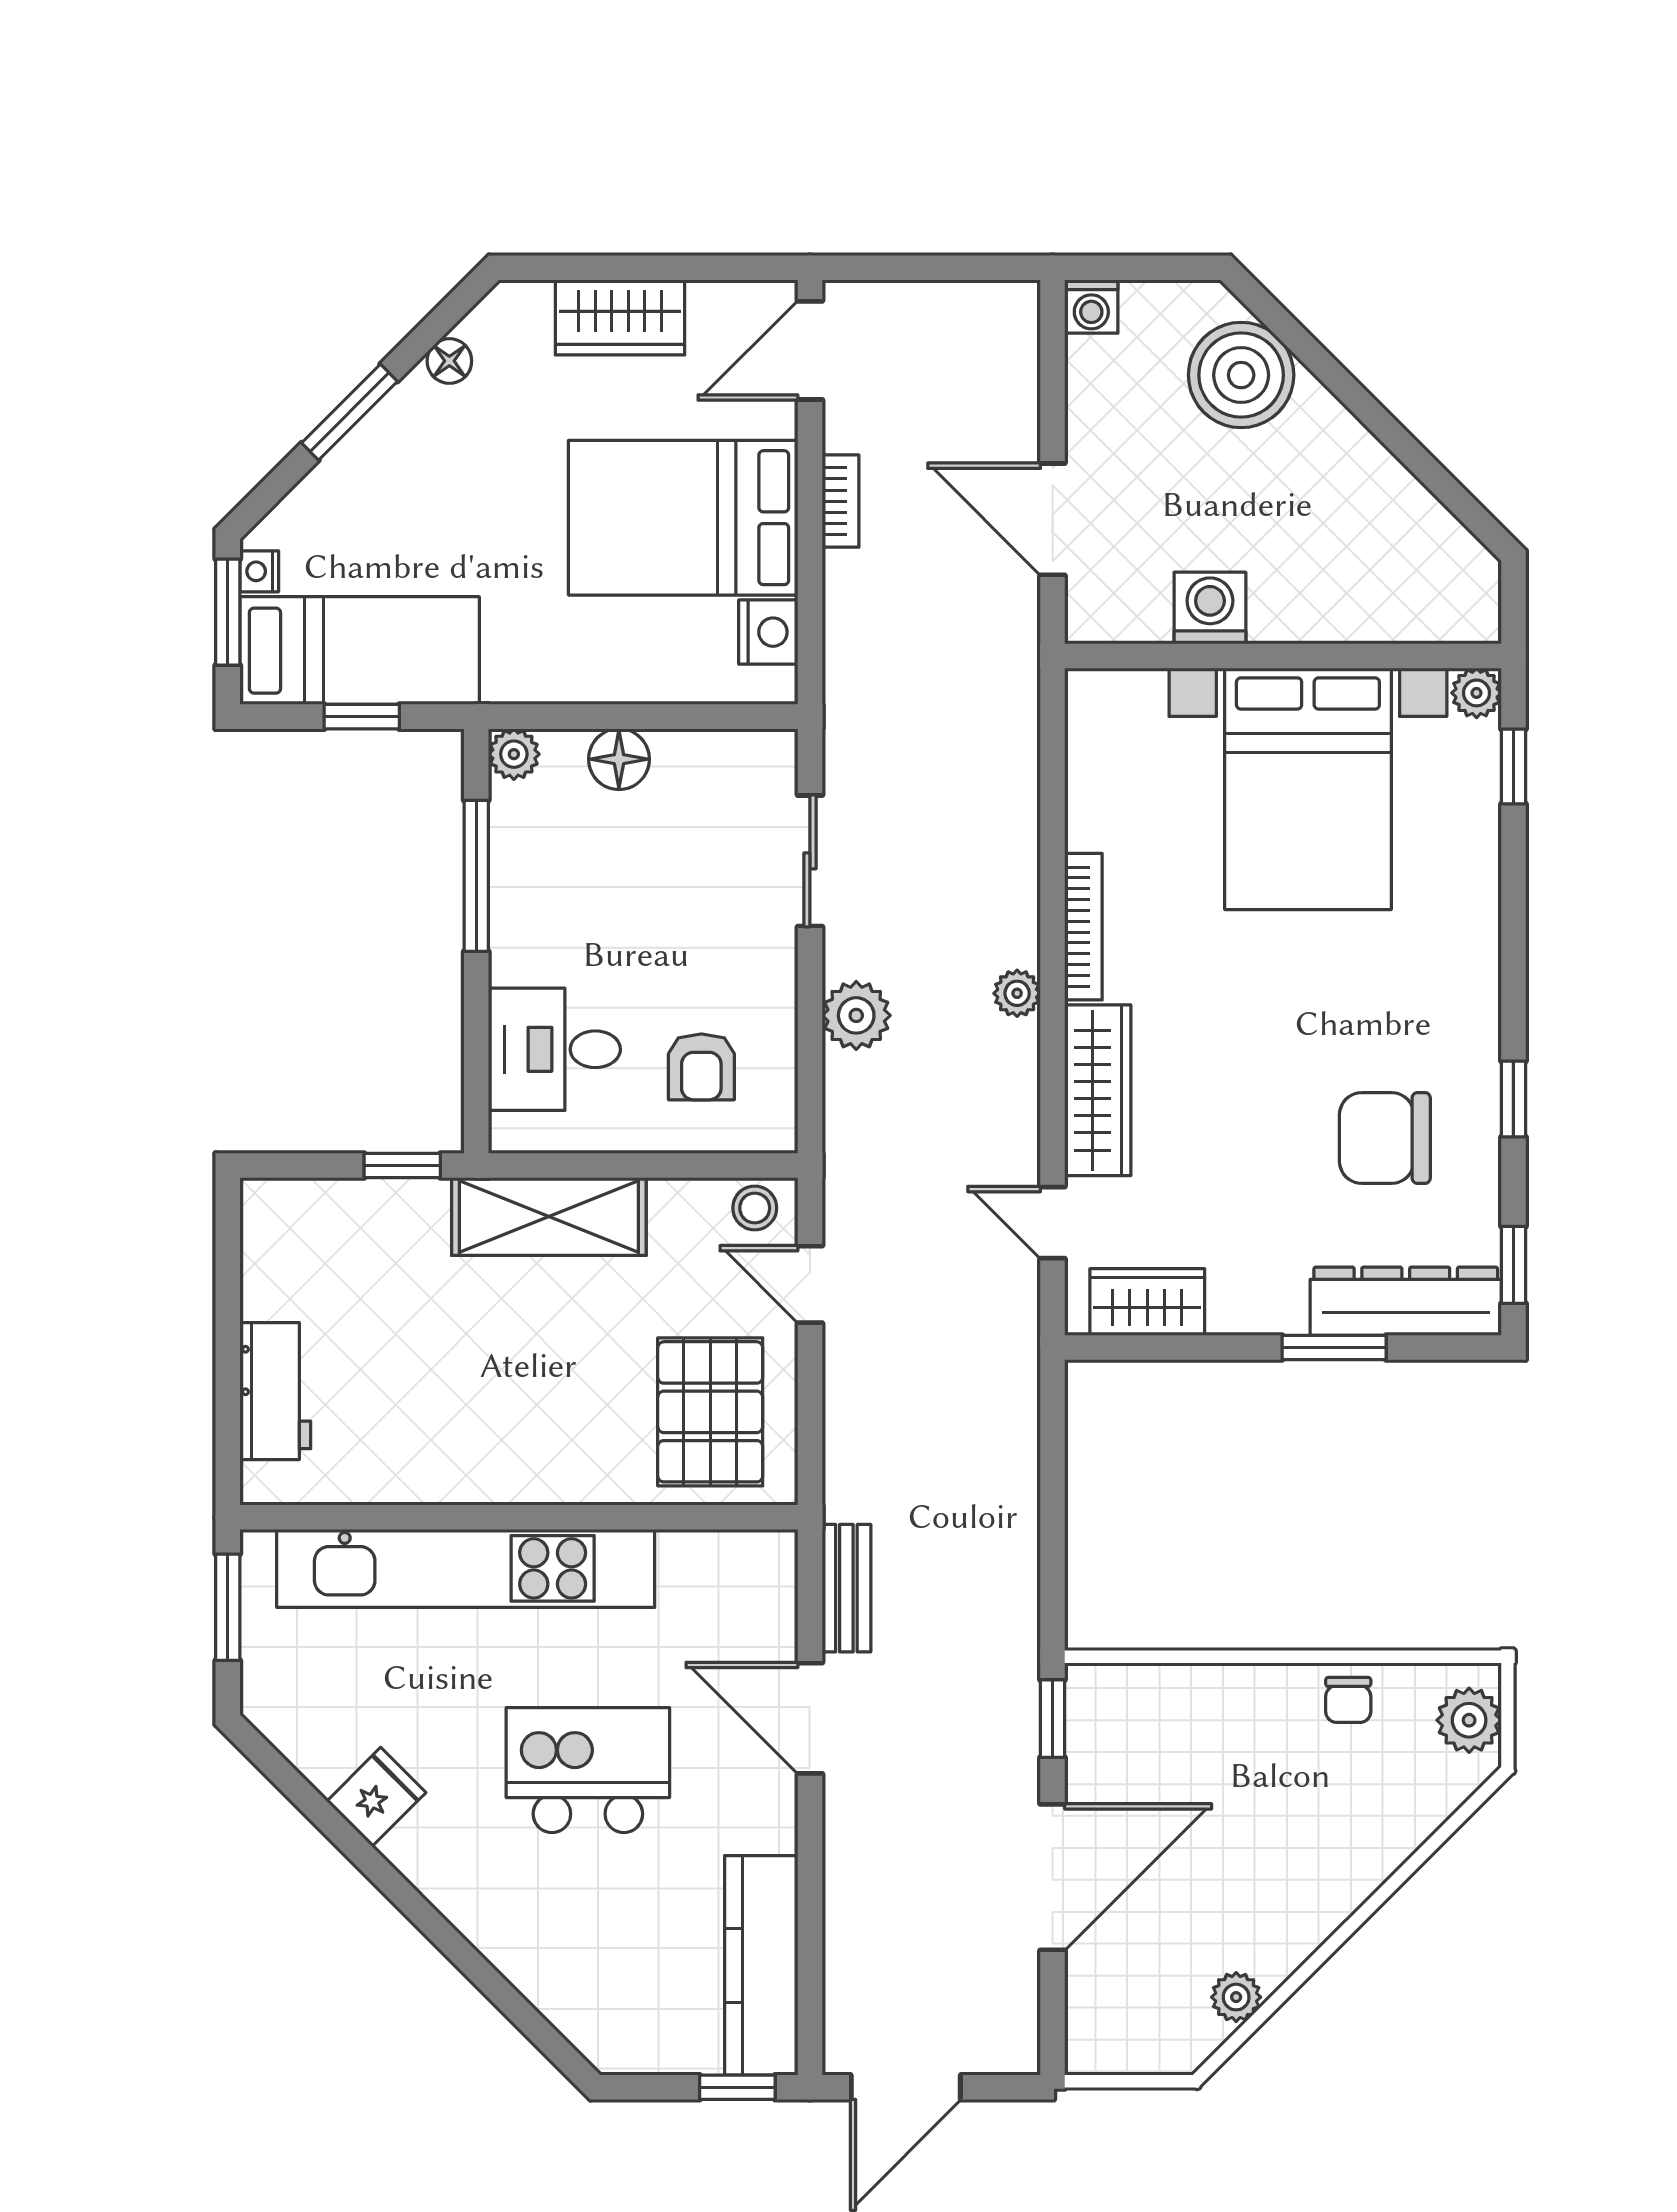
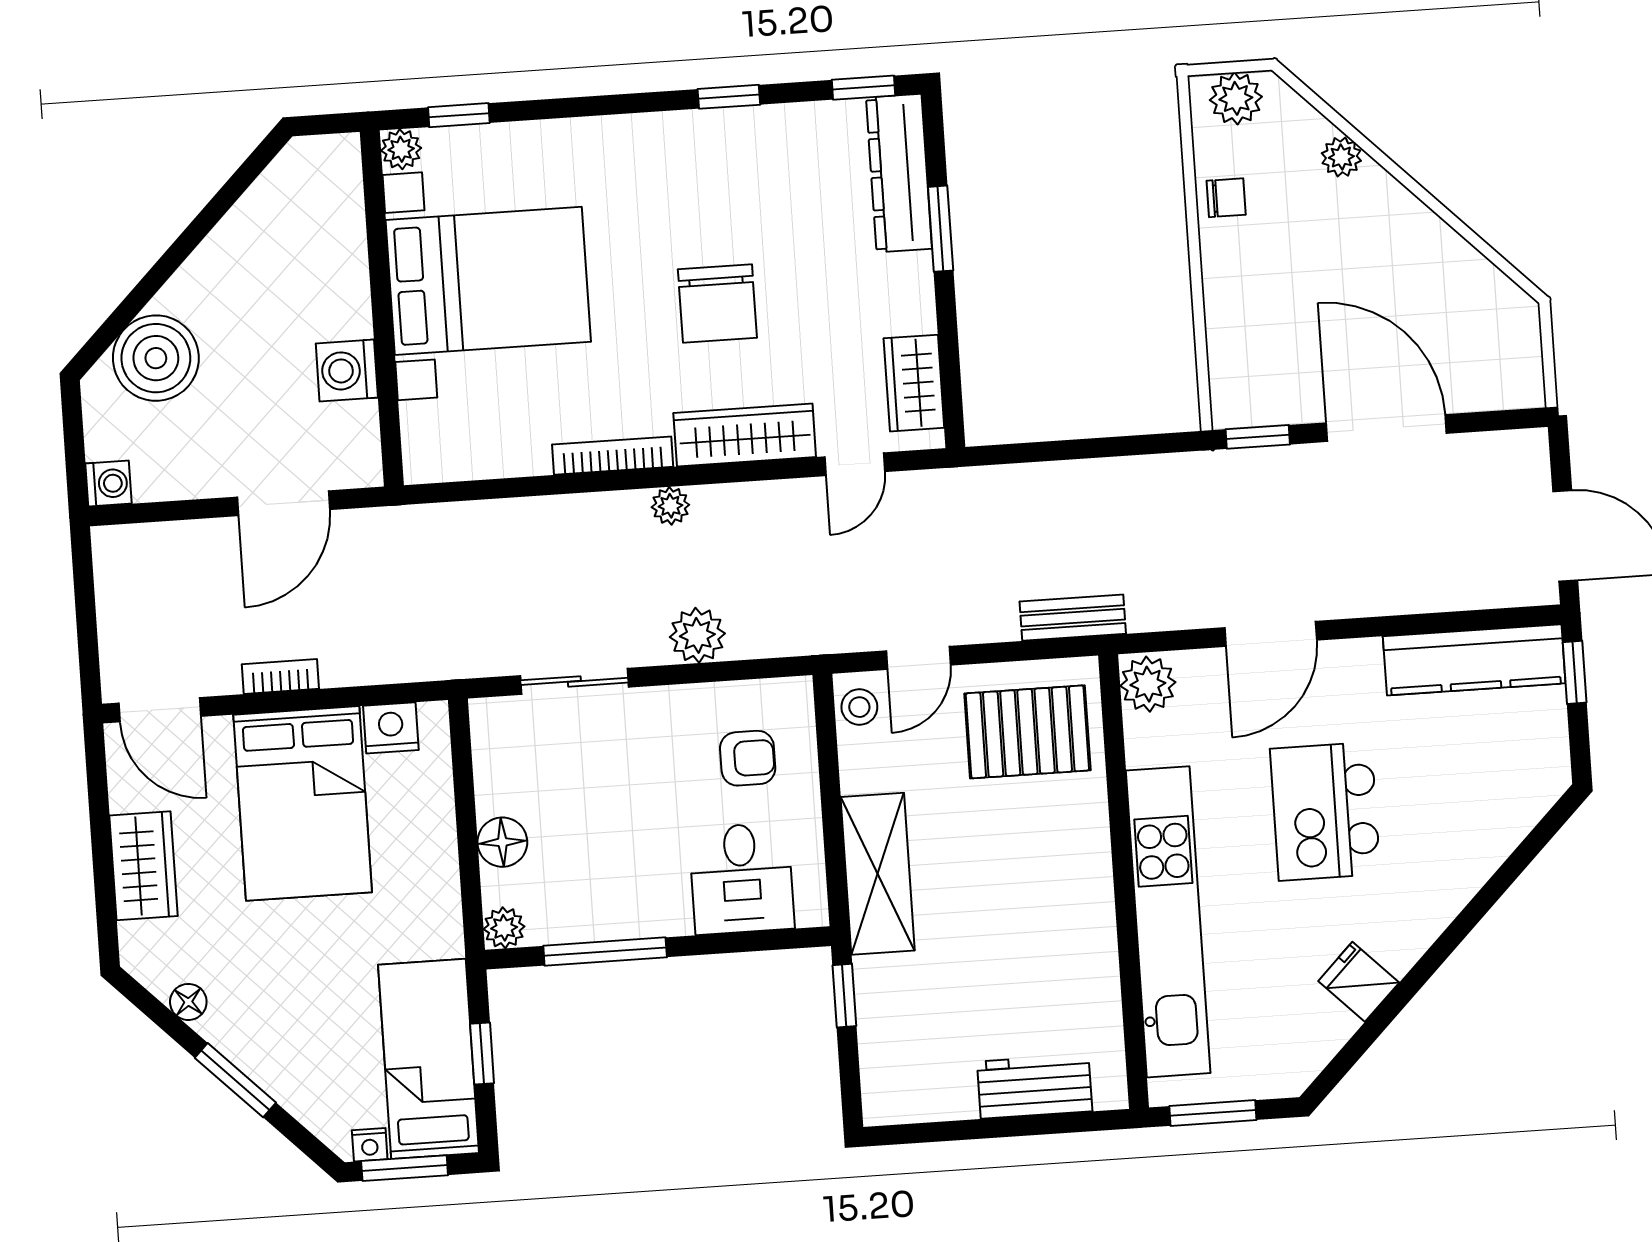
chair: (1385, 1138) -> (717, 304), moved
plant: (759, 1564) -> (1148, 684), added
bench: (846, 1588) -> (1073, 618), moved
plant: (1236, 1997) -> (1341, 157), moved

